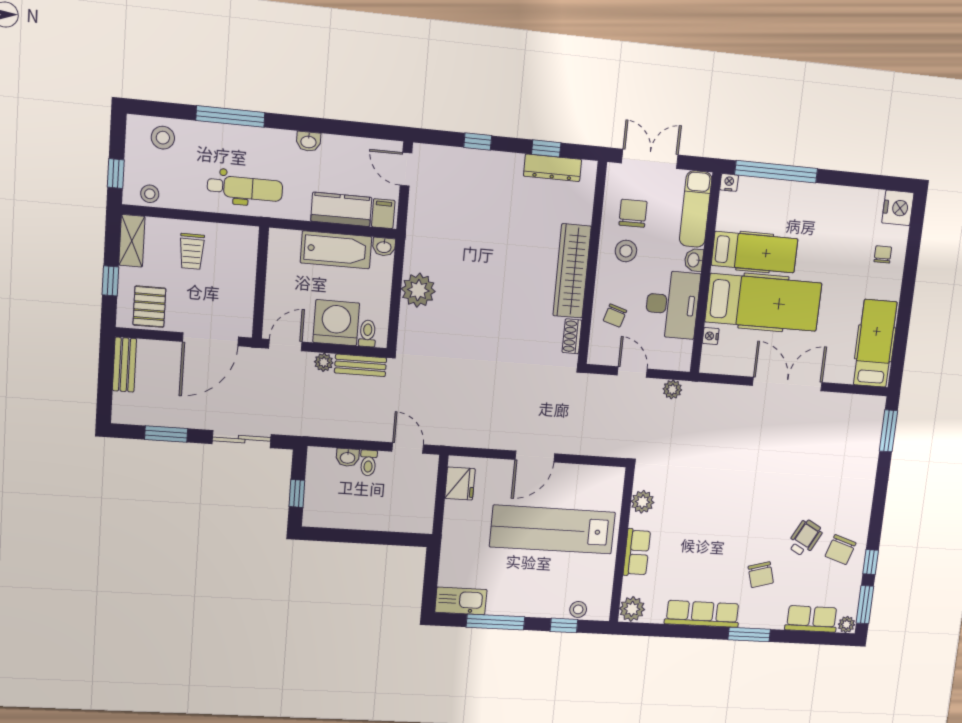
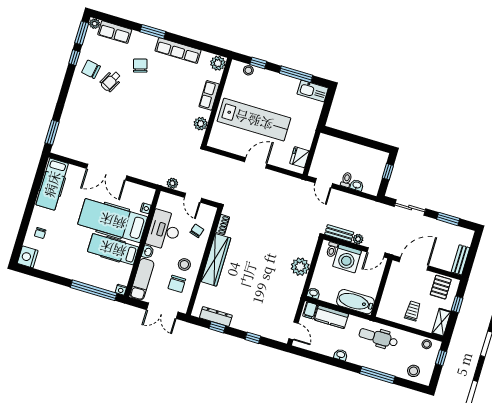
bathtub: (336, 250) -> (355, 302), moved
chair: (841, 550) -> (91, 69), turned -98

